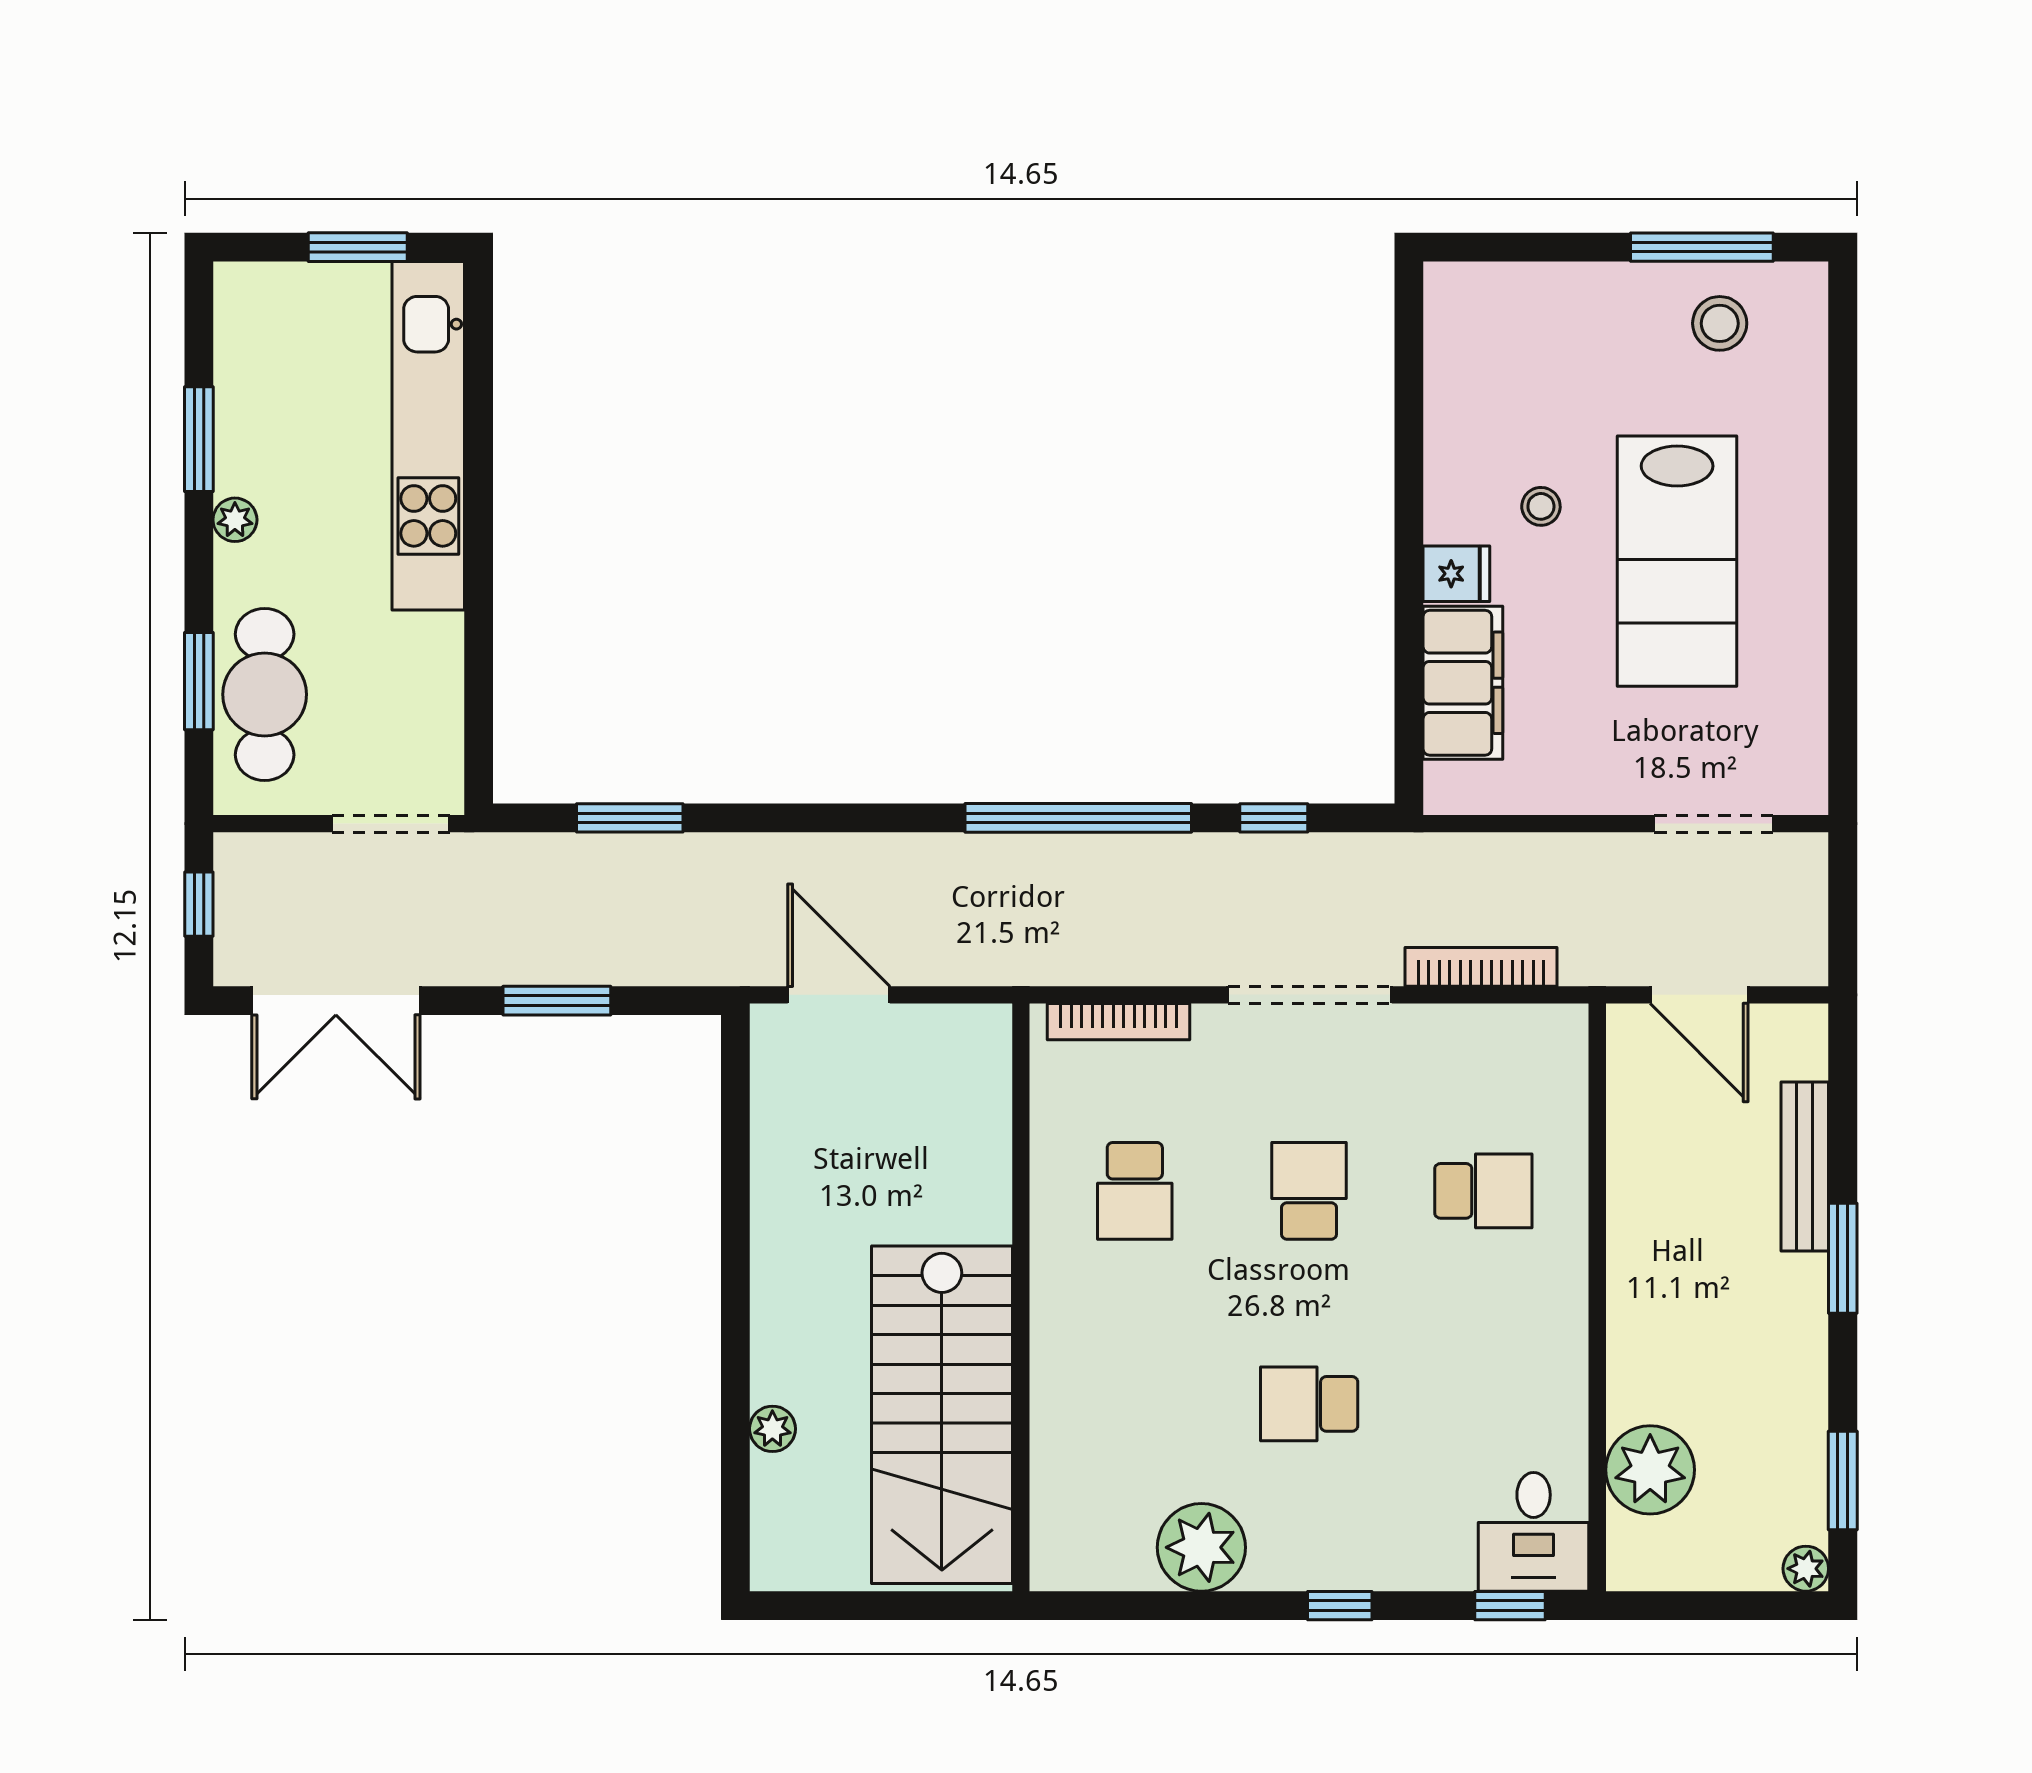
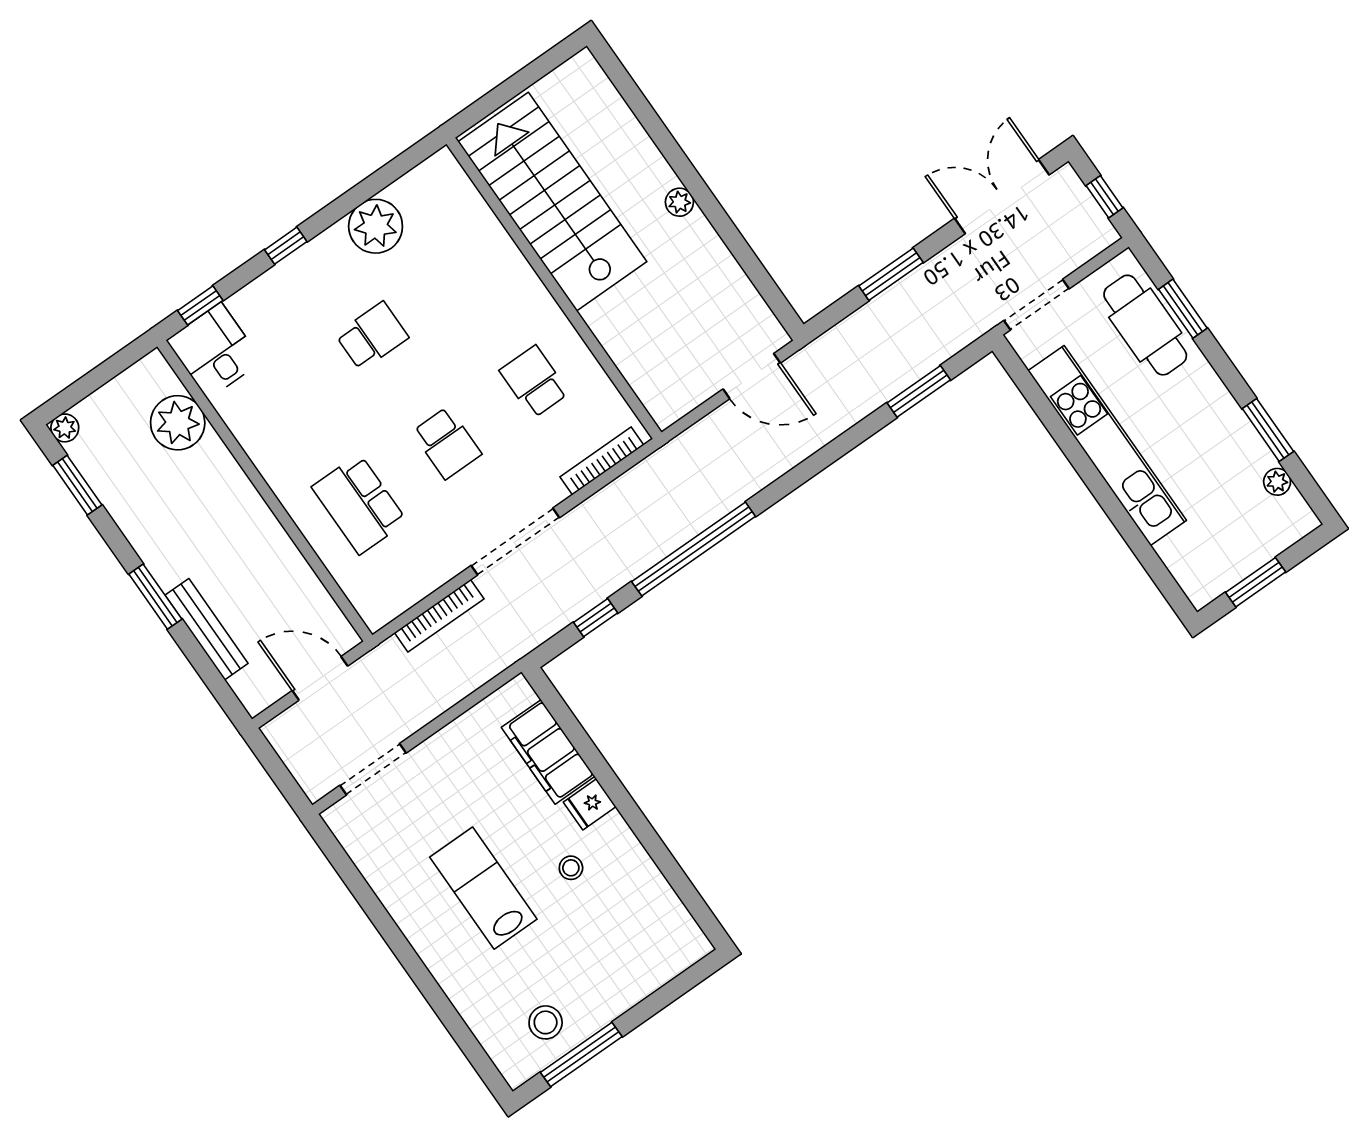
kitchen unit: (428, 436) -> (1107, 446), moved
plant: (235, 520) -> (1277, 482), moved
lab bench: (1677, 561) -> (483, 888), width x0.73, depth x0.72
school desk: (1483, 1191) -> (359, 504), width x1.85
plant: (772, 1429) -> (679, 202), moved

